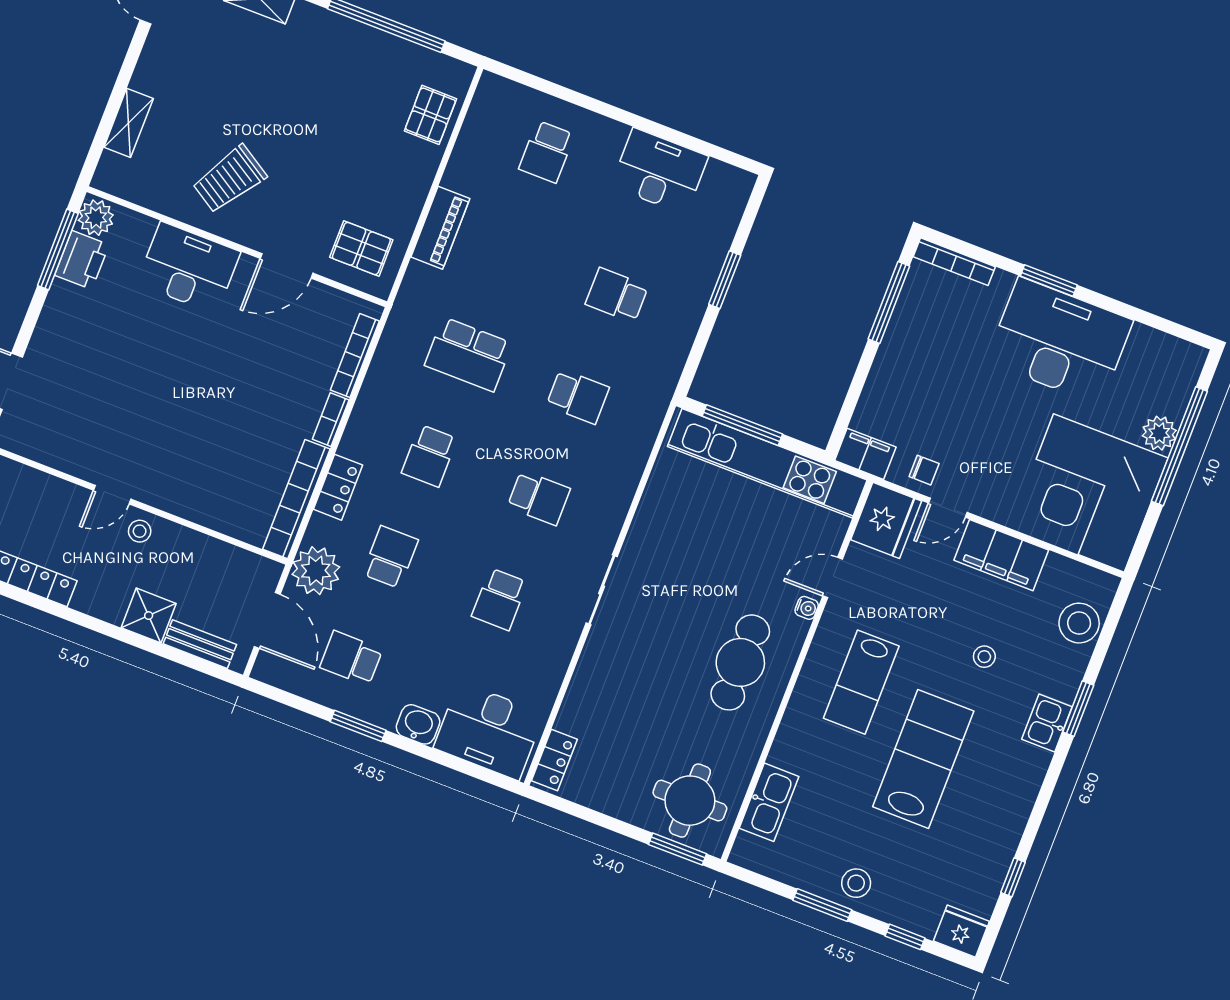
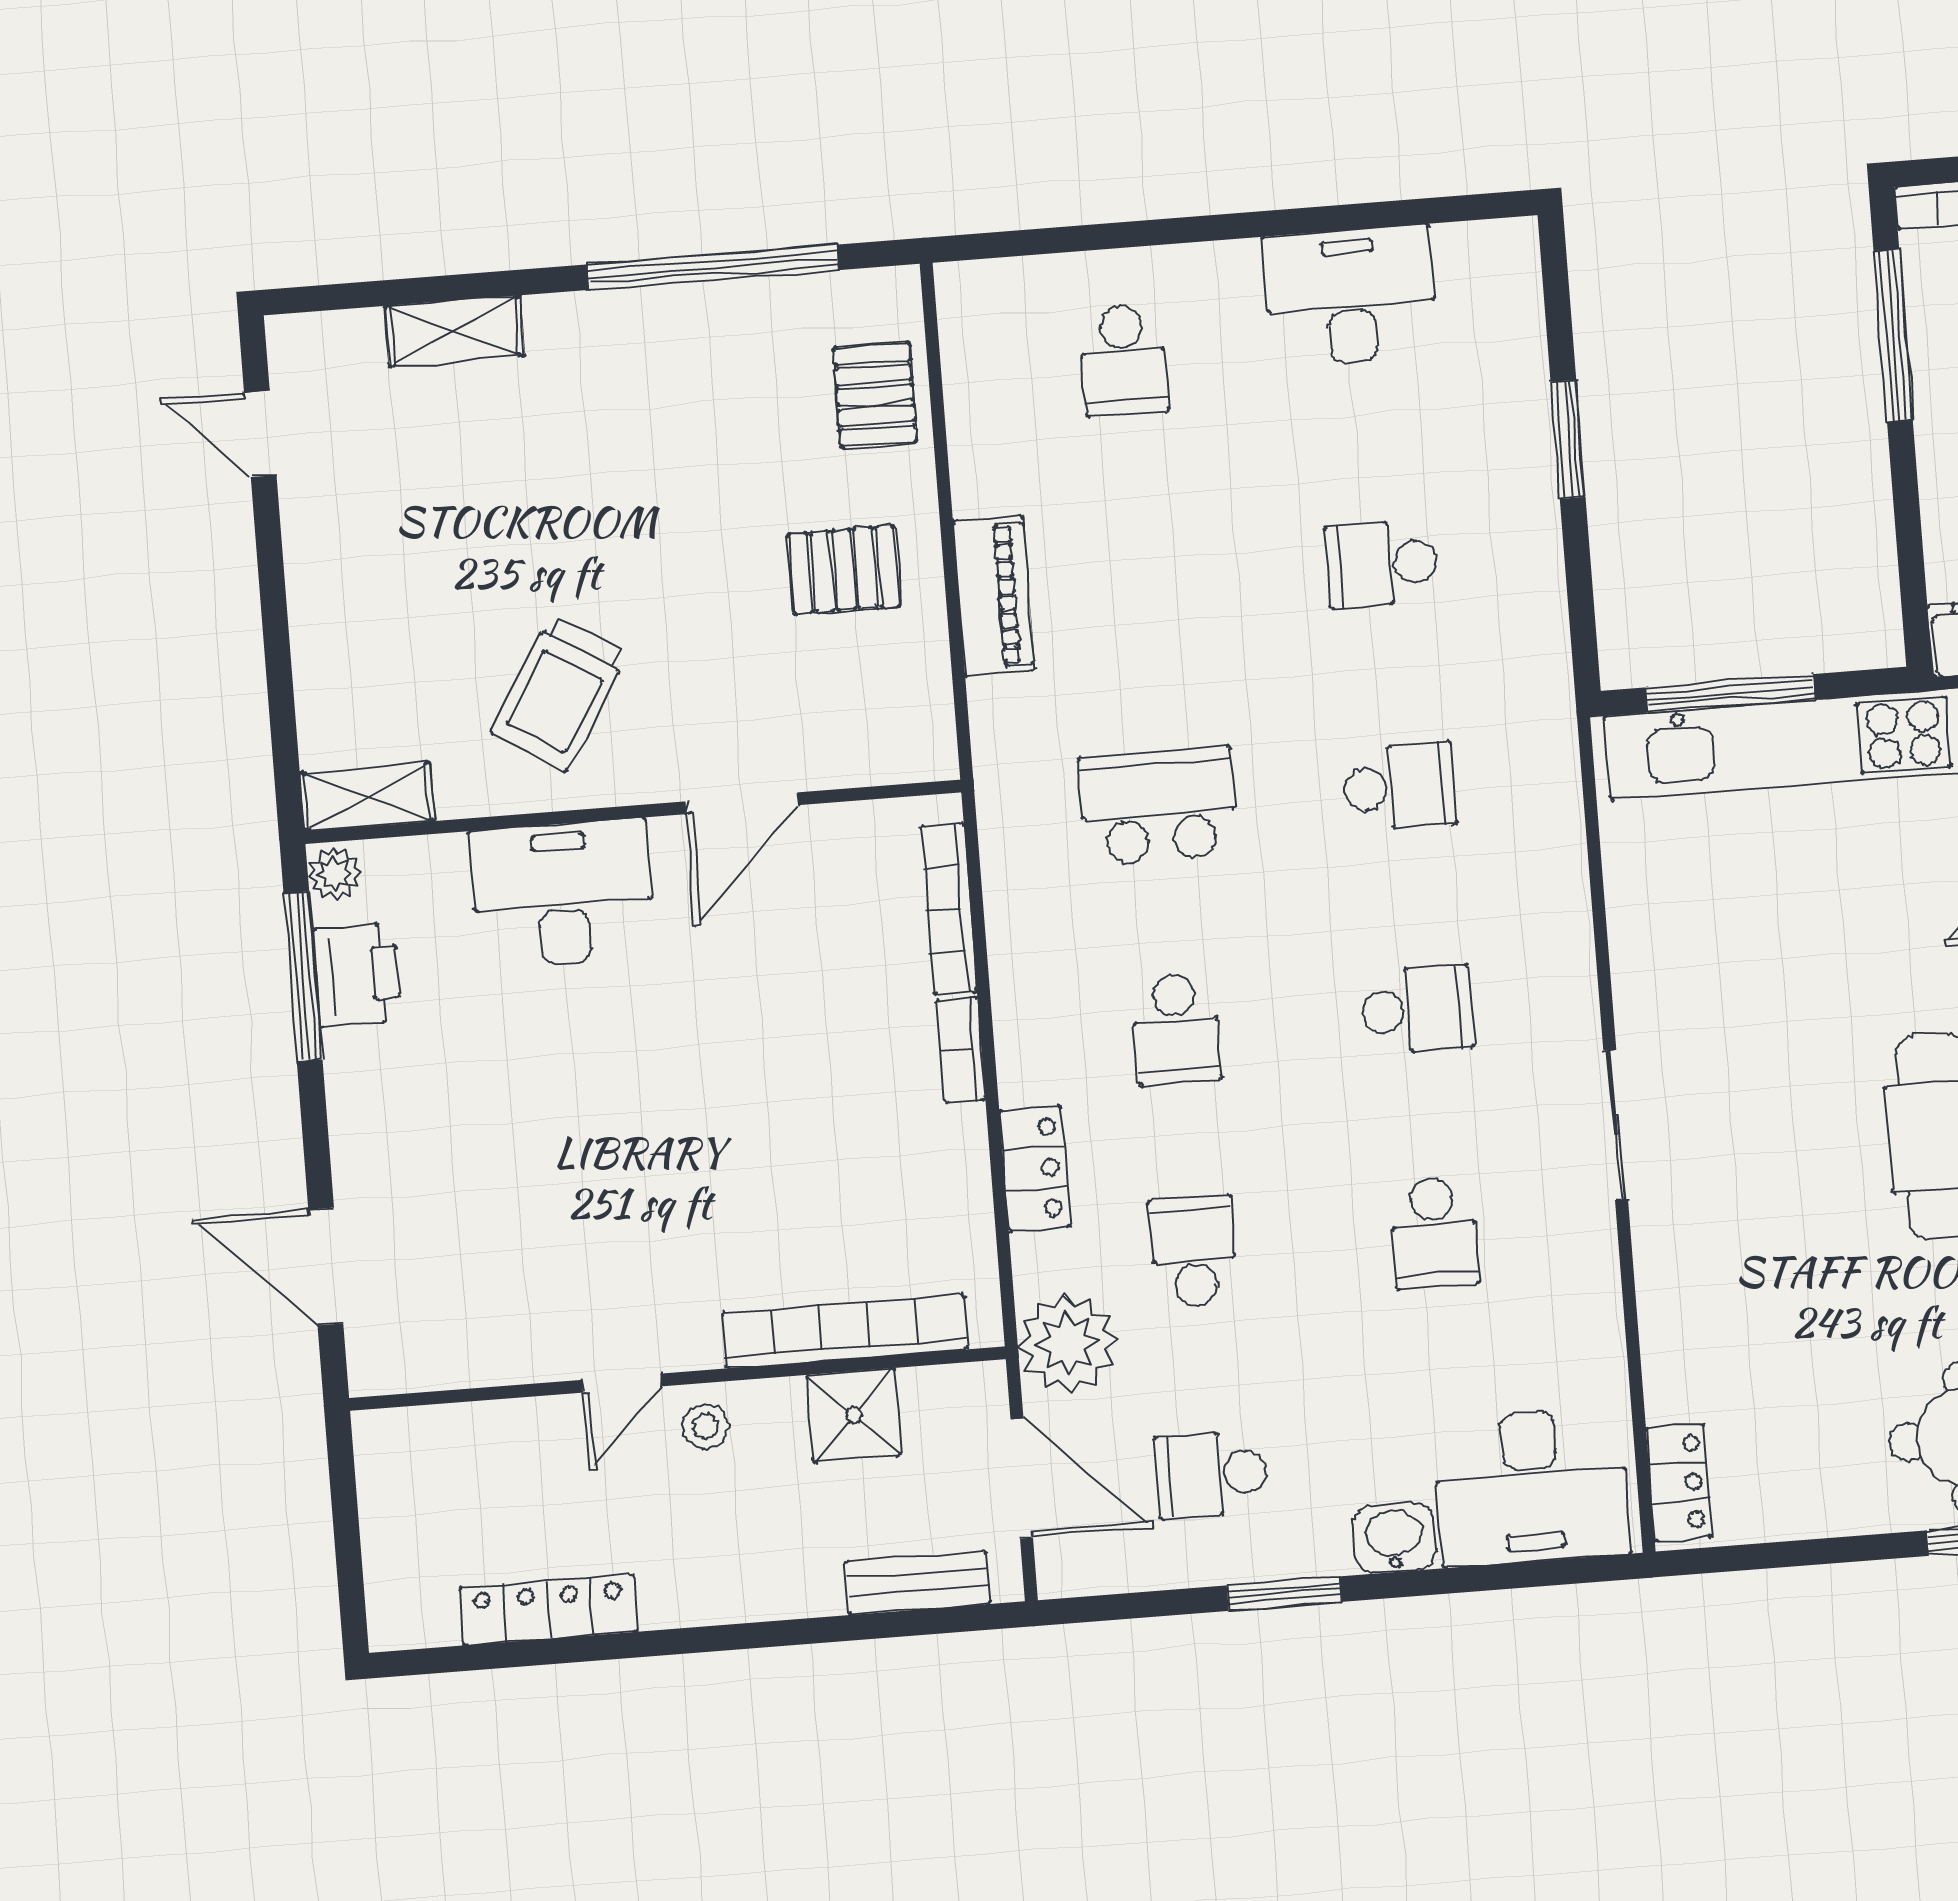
shelving: (129, 123) -> (367, 797), moved, turned 90
plant: (96, 218) -> (335, 874), width x0.73, depth x0.73
pallet: (361, 248) -> (844, 570), moved
school desk: (468, 354) -> (1159, 806), turned 180
bookcase: (296, 499) -> (845, 1331), moved, turned 90
shower: (149, 616) -> (854, 1415), moved

